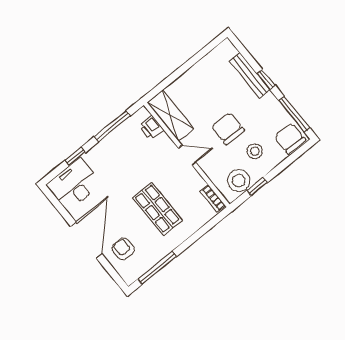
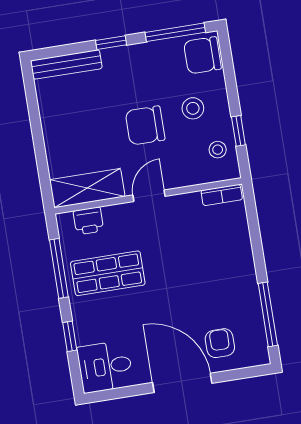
bench: (250, 75) -> (66, 64), moved
stool: (239, 180) -> (218, 150), width x0.53, depth x0.53
desk: (74, 184) -> (105, 367), width x0.73
shop shelf: (157, 209) -> (108, 273), moved
armchair: (123, 249) -> (220, 343), turned 90

